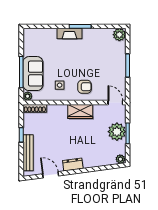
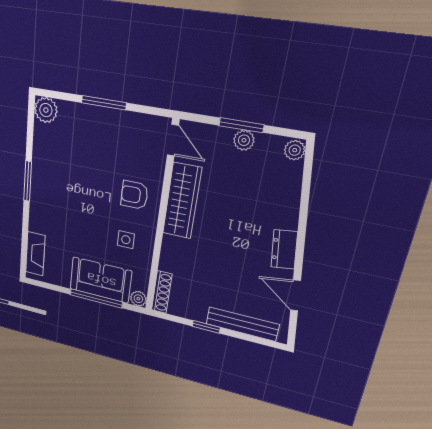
fireplace: (69, 33) -> (35, 254), moved
armchair: (85, 87) -> (134, 195), turned -90
door: (115, 103) -> (173, 140), swing flipped
wardrobe: (80, 112) -> (182, 201), width x1.50
plant: (117, 132) -> (244, 140), width x0.53, depth x0.53
door: (51, 175) -> (295, 295), hinge flipped

